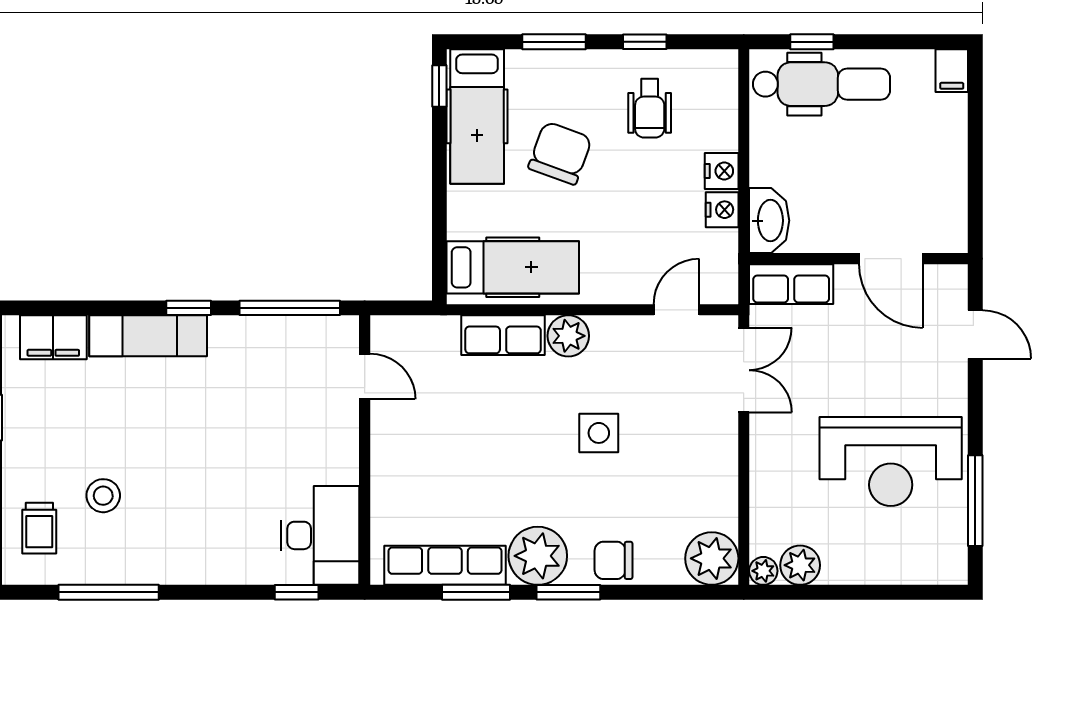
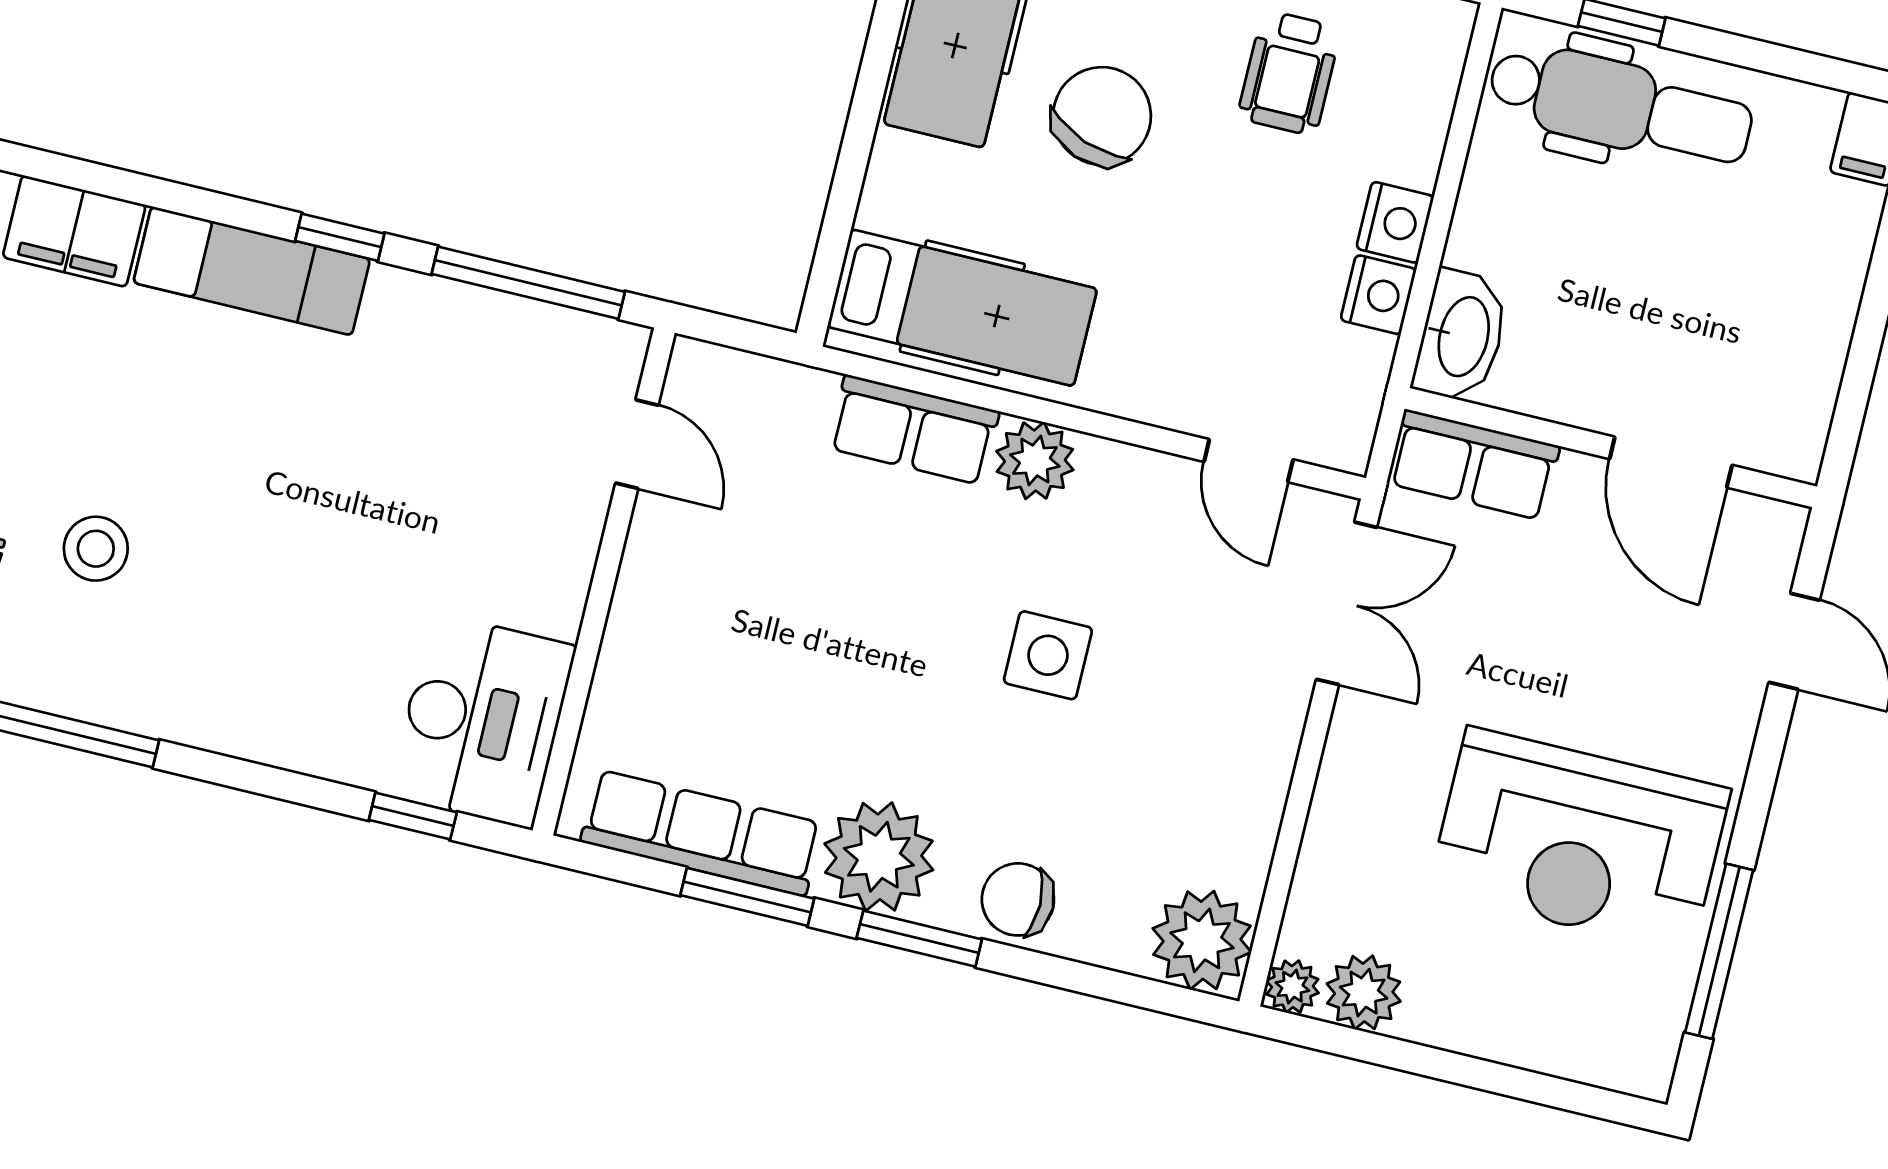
door: (677, 310) -> (1249, 461), swing flipped

